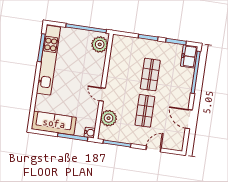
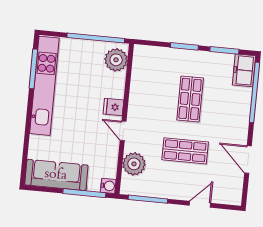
fridge: (96, 77) -> (113, 107), added
shop shelf: (145, 111) -> (185, 151), turned 90

